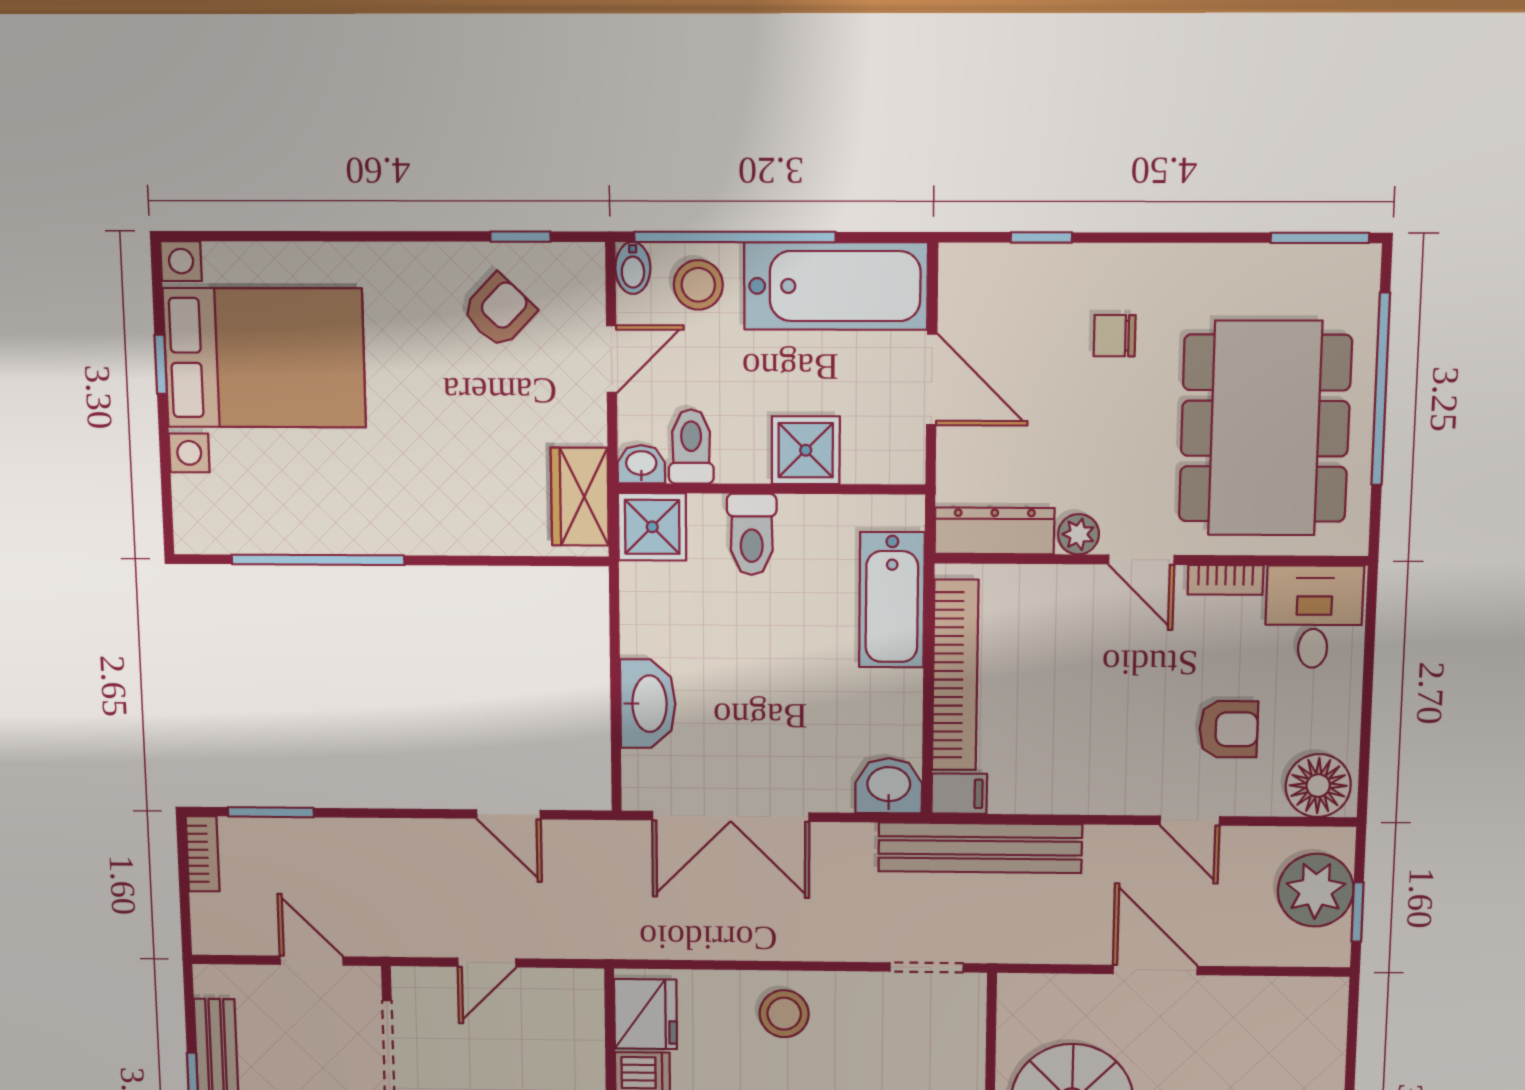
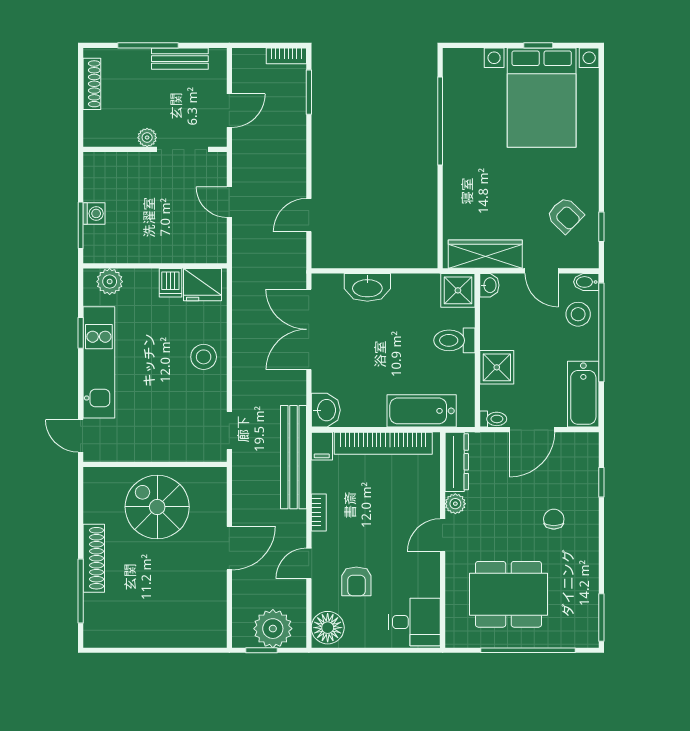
bathtub: (836, 286) -> (583, 394), width x0.73, depth x0.73
dining table: (1265, 429) -> (508, 594), width x0.73, depth x0.80
toilet: (691, 447) -> (493, 419), moved, width x0.73, depth x0.72
wardrobe: (580, 497) -> (485, 254), width x1.50
bookcase: (1225, 580) -> (319, 512), moved, turned 180

